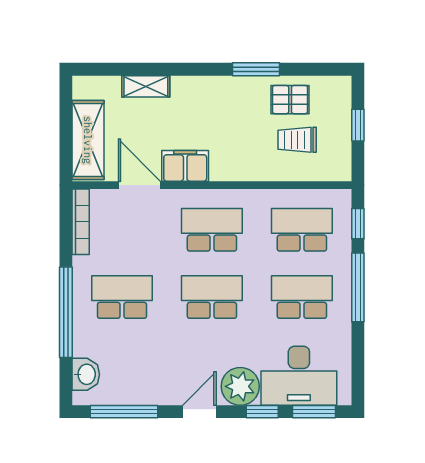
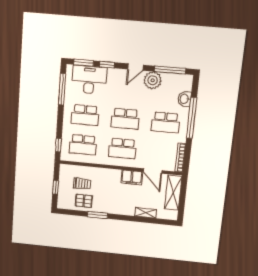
window: (358, 287) -> (62, 89), moved
washbasin: (86, 374) -> (184, 99), moved
plant: (240, 386) -> (153, 80), moved

